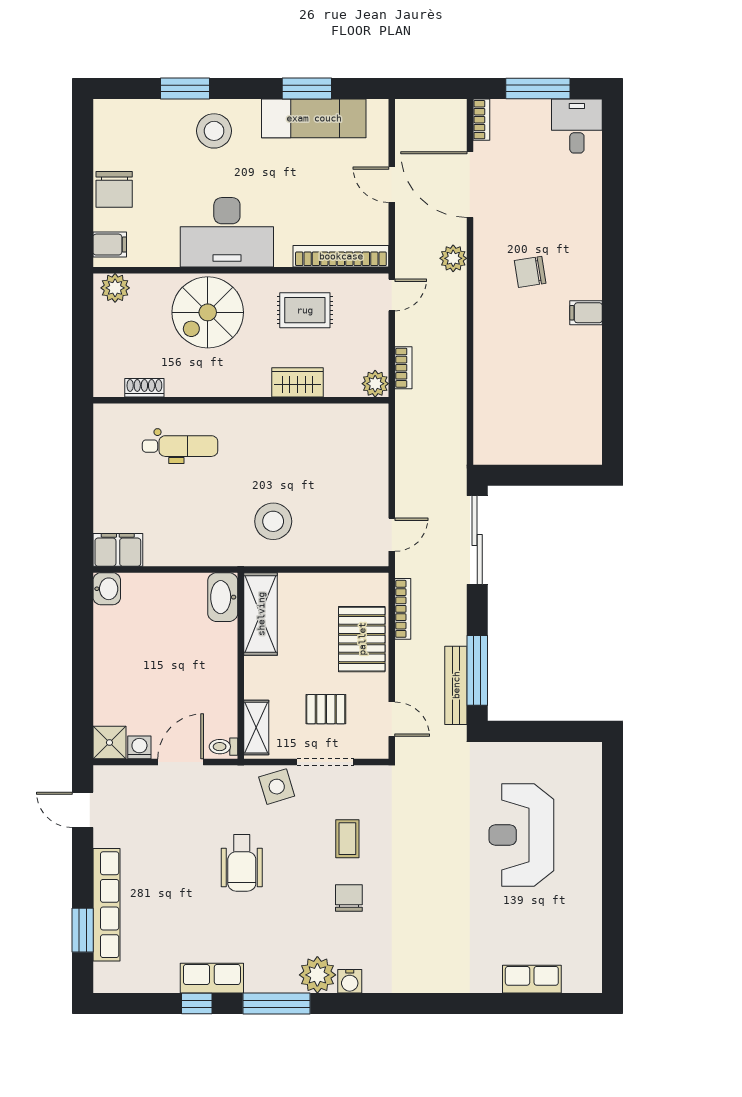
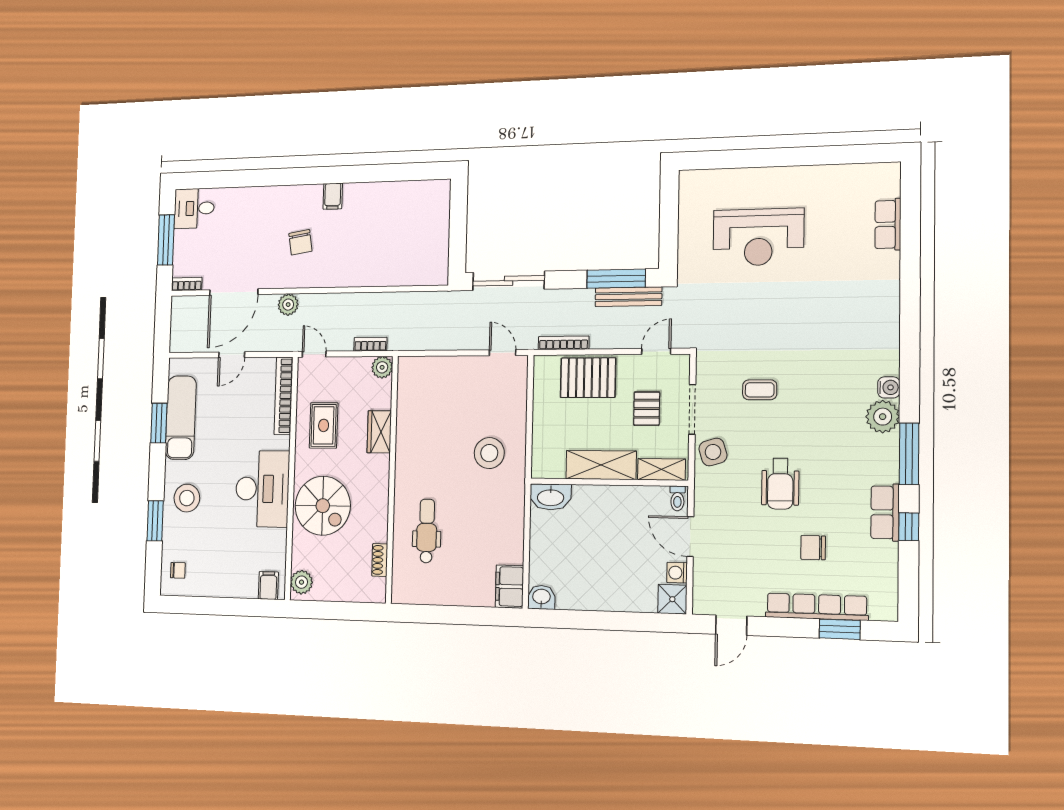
chair: (114, 189) -> (178, 570), moved, width x0.54, depth x0.54
shelving: (261, 614) -> (601, 465), moved
wheelchair: (242, 863) -> (780, 484), turned 90
chair: (349, 898) -> (813, 548), moved

